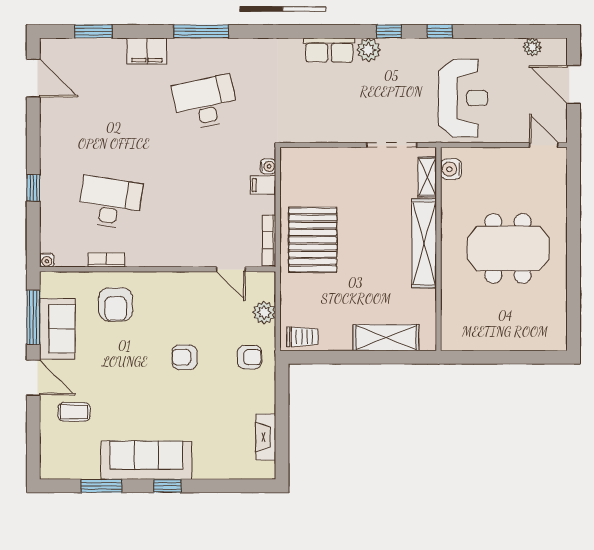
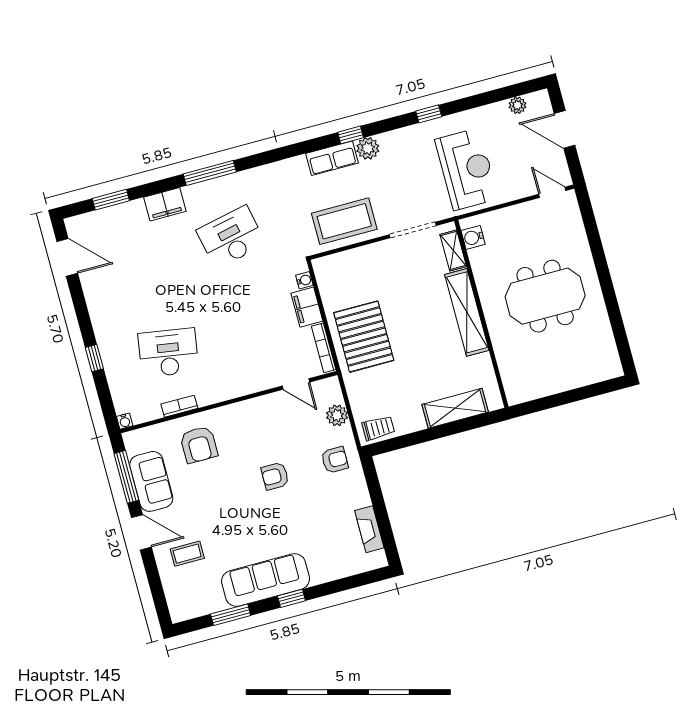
window: (389, 31) -> (351, 135), moved
coffee table: (325, 117) -> (344, 221), added
filing cabinet: (263, 185) -> (307, 307), width x2.00

